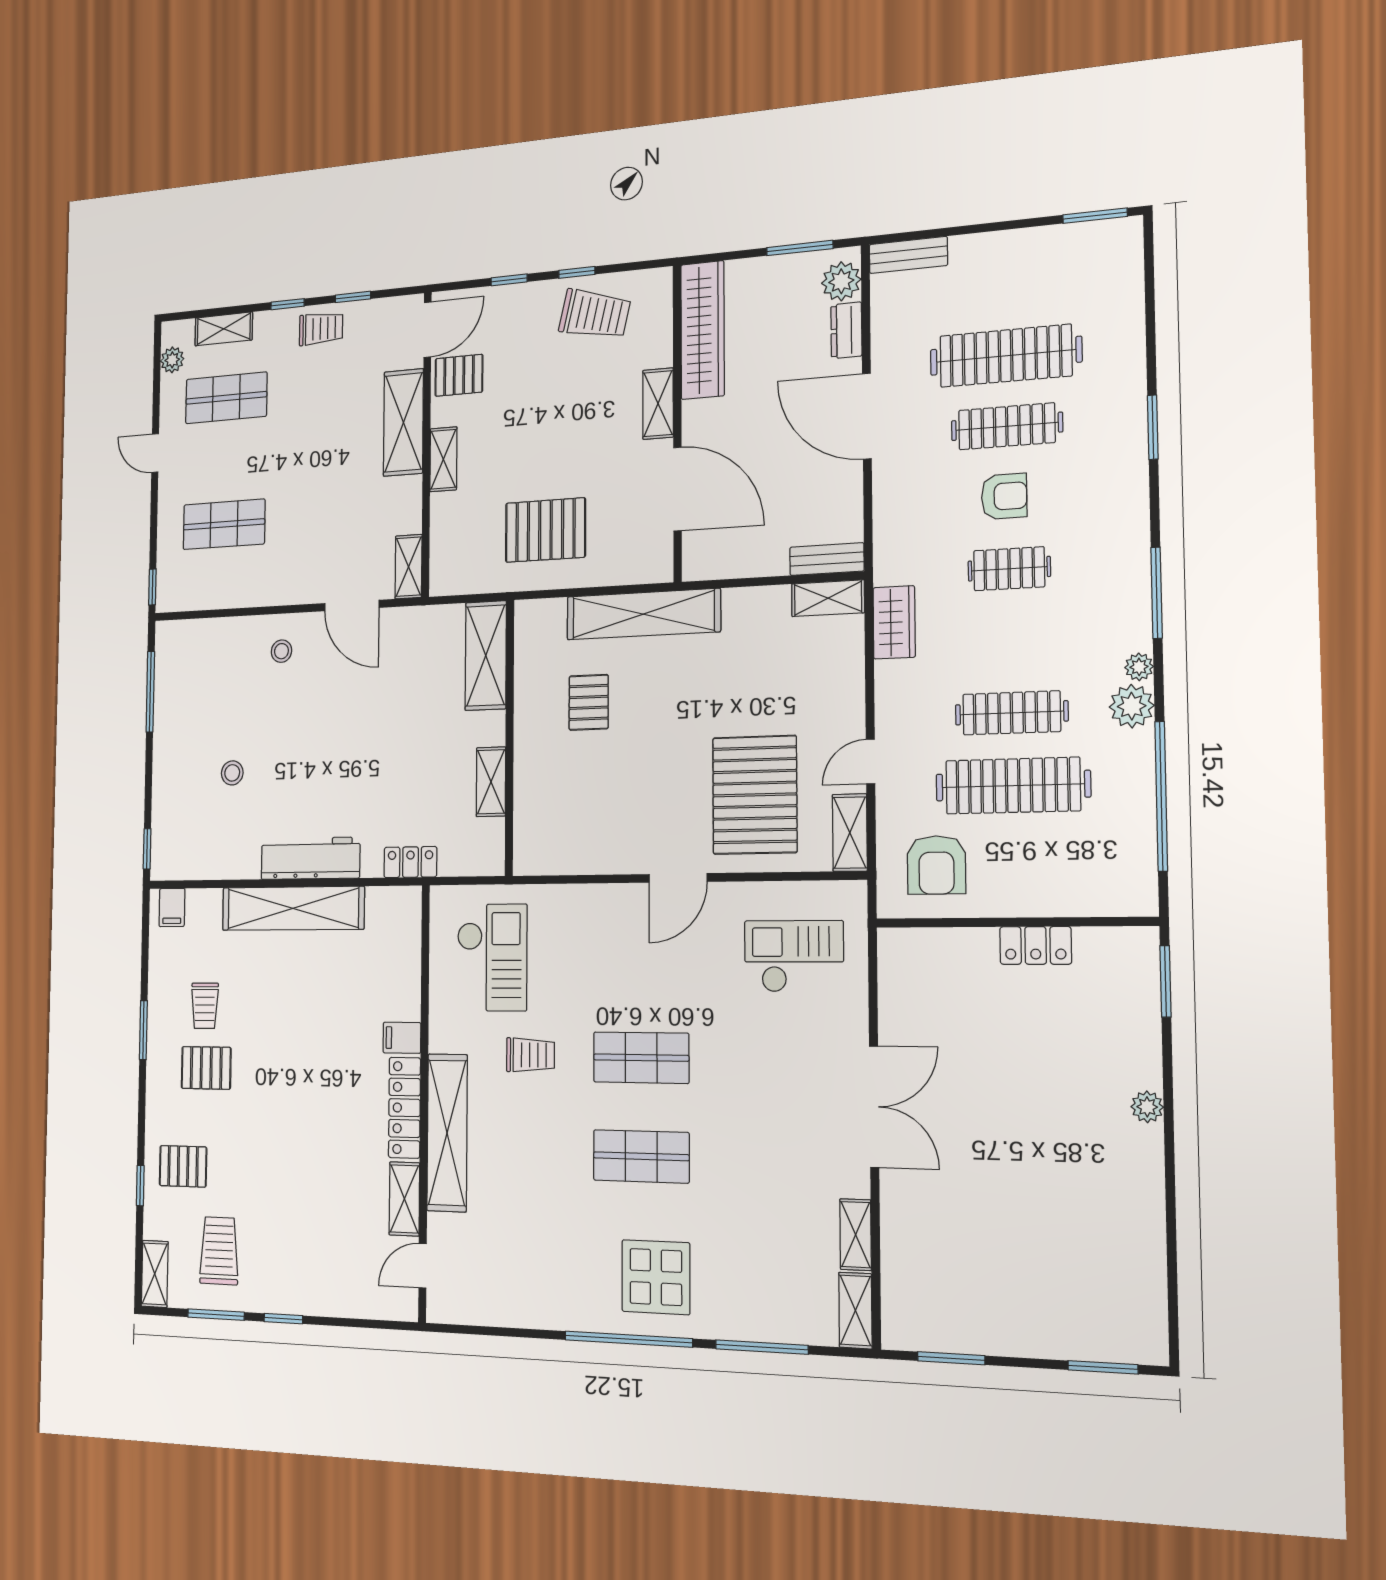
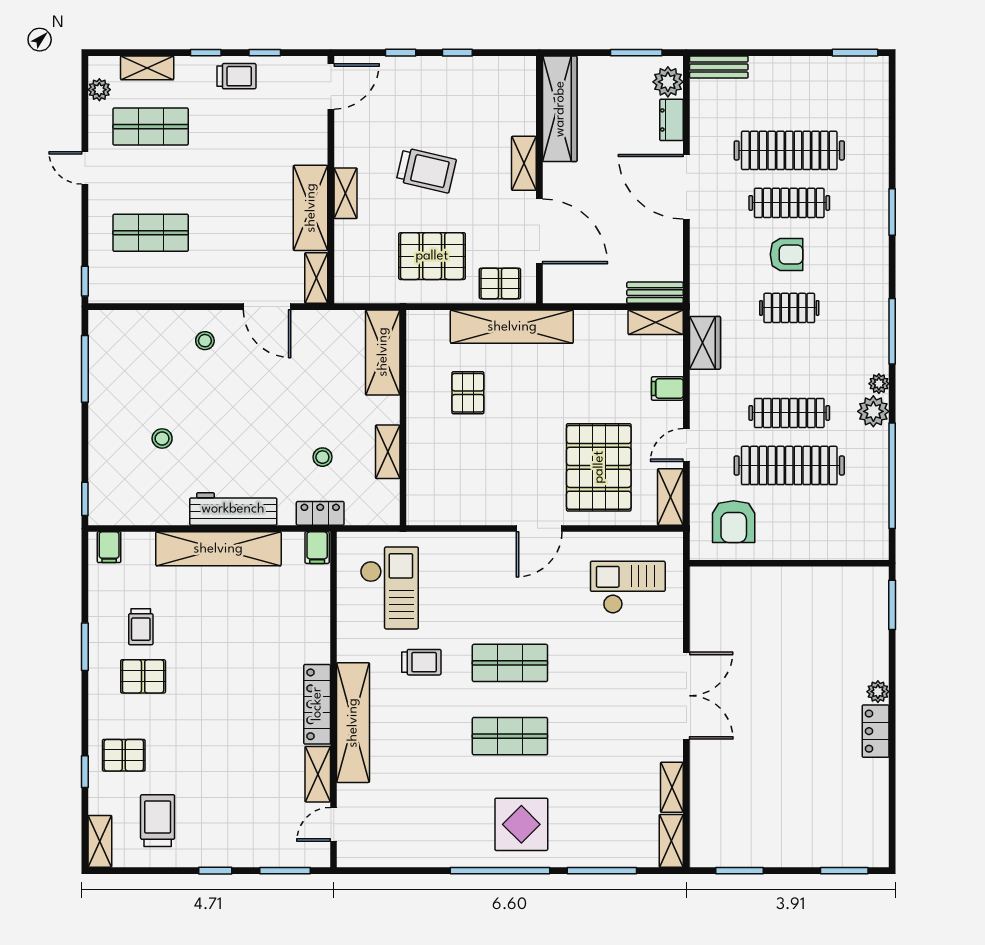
trolley: (595, 314) -> (426, 170), moved
pallet: (459, 375) -> (500, 284), moved
shelving: (403, 422) -> (311, 208), moved
filing cabinet: (844, 686) -> (667, 388), added
stool: (414, 791) -> (322, 457), added
locker: (1036, 945) -> (876, 731), moved, turned 90
filing cabinet: (402, 1038) -> (317, 548), moved, turned -90
window: (216, 1315) -> (285, 871), moved

